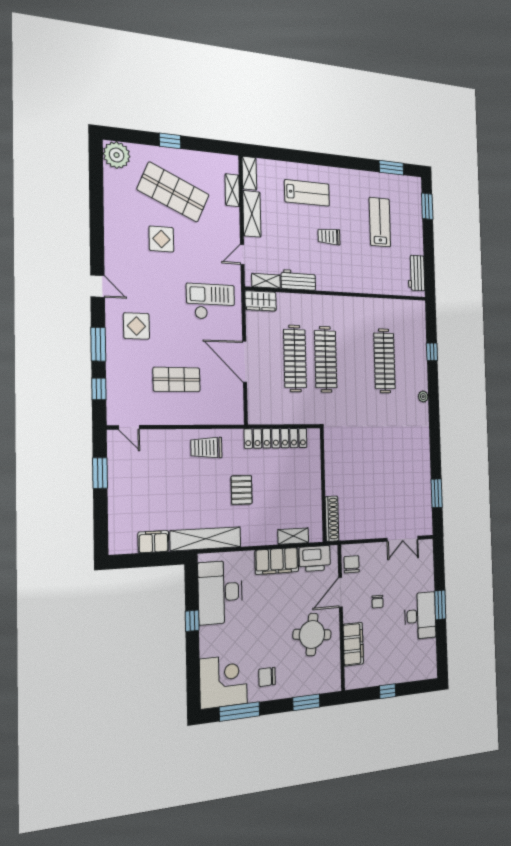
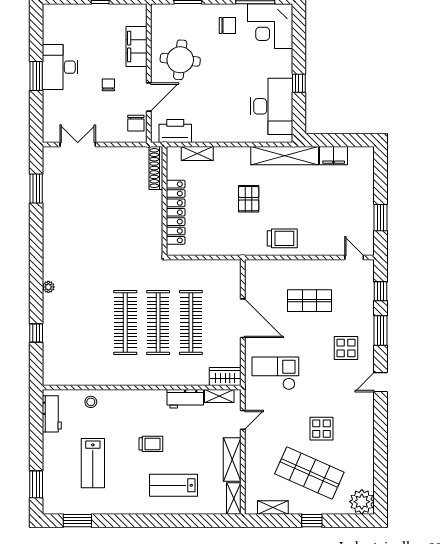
shelving: (232, 190) -> (273, 507), moved, turned 90
stool: (383, 282) -> (91, 402), added
door: (98, 286) -> (381, 382), hinge flipped
checkout: (211, 302) -> (275, 373), turned 180
clothes rail: (384, 361) -> (125, 323), moved
locker: (276, 438) -> (176, 212), moved, turned 90
filing cabinet: (277, 561) -> (215, 131), removed

